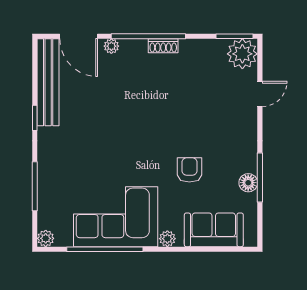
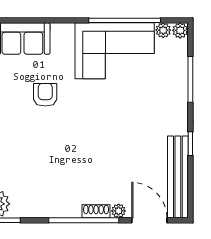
shoe rack: (163, 46) -> (96, 211), moved
armchair: (189, 170) -> (45, 95), turned 180
plant: (167, 239) -> (163, 30), moved

